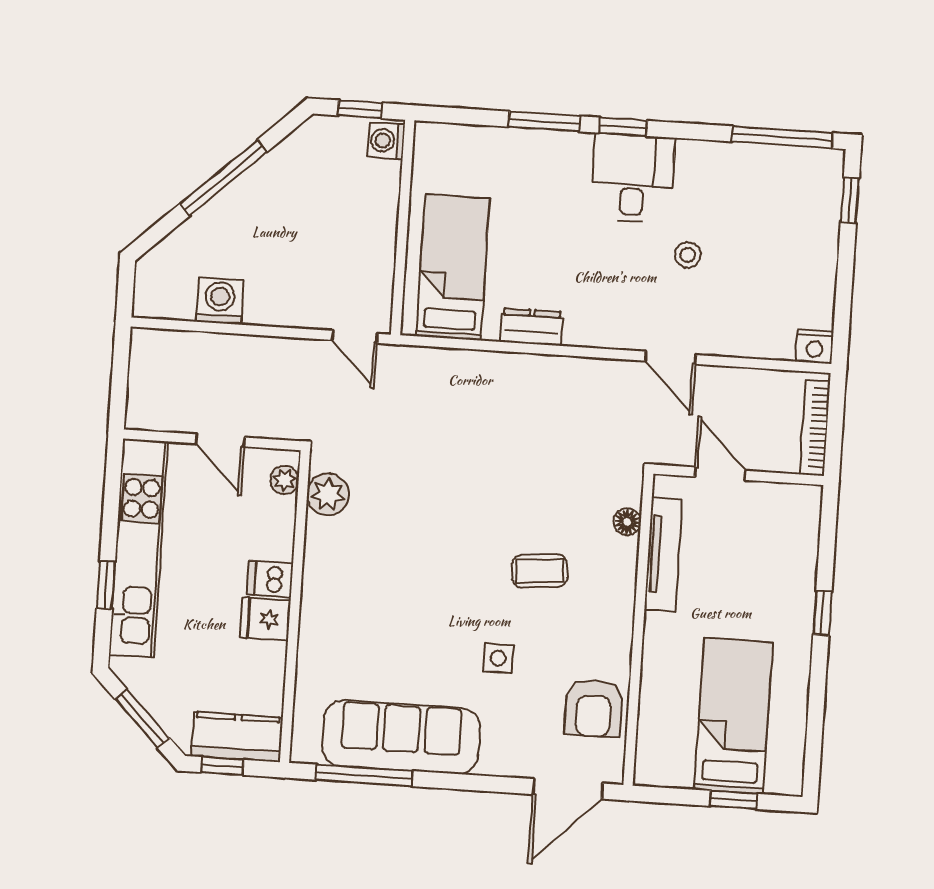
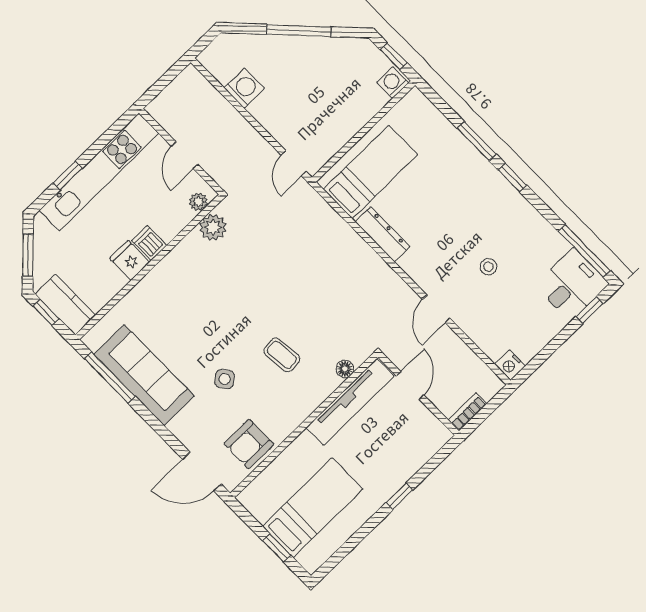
desk: (633, 178) -> (572, 285), moved
dresser: (531, 327) -> (382, 234), width x1.44
bookcase: (815, 428) -> (467, 412), width x0.64
tv unit: (663, 554) -> (350, 402), width x1.36, depth x1.29
side table: (498, 658) -> (225, 379), turned -38

